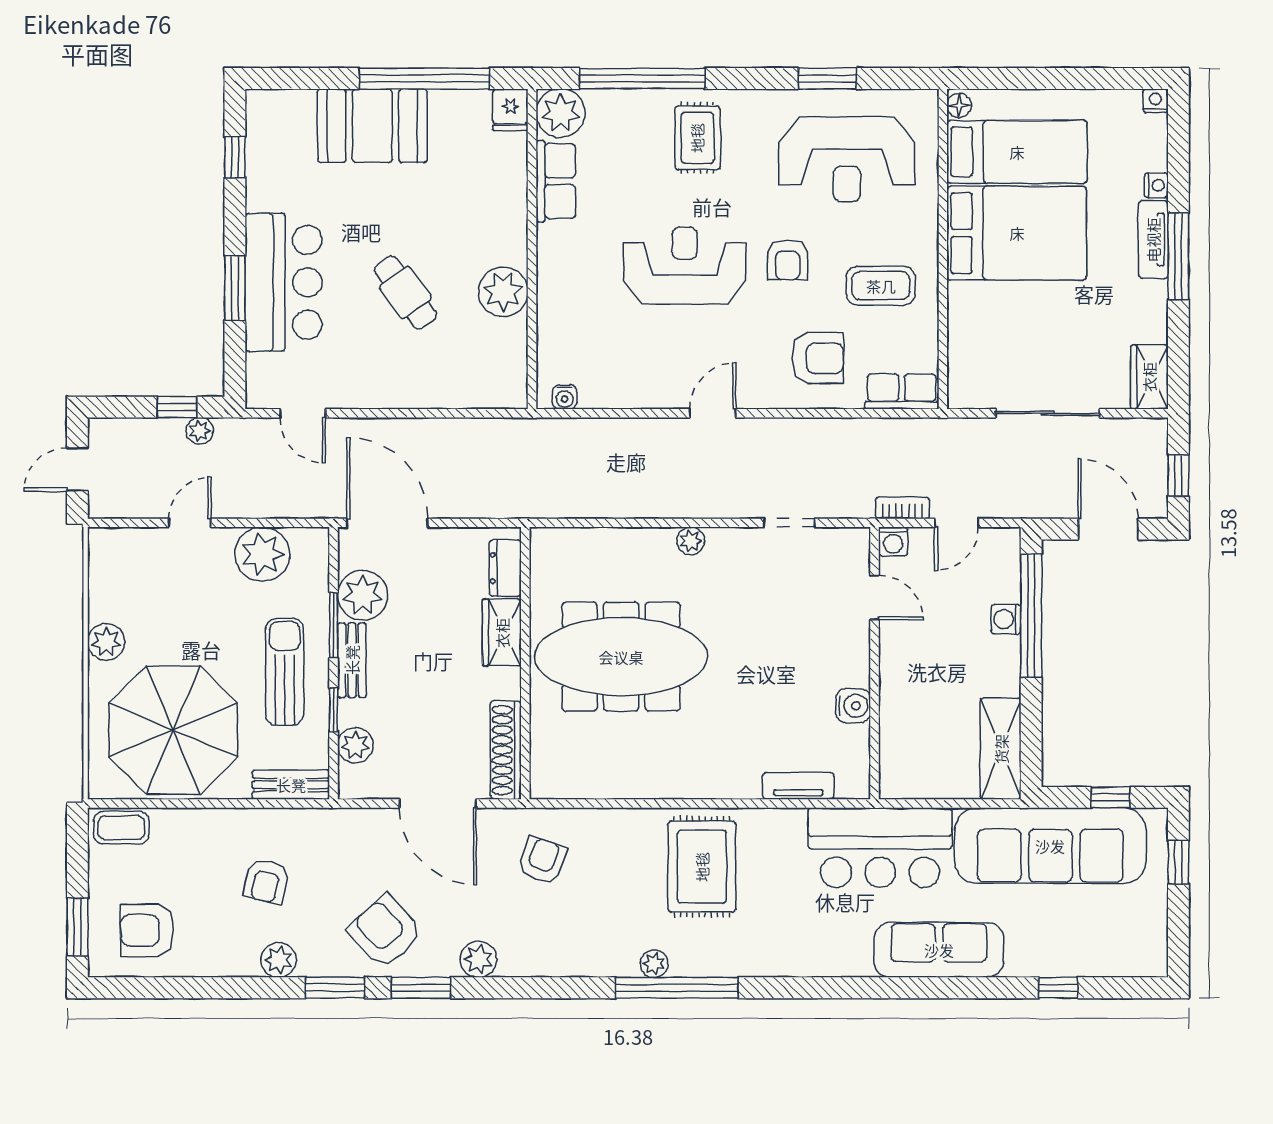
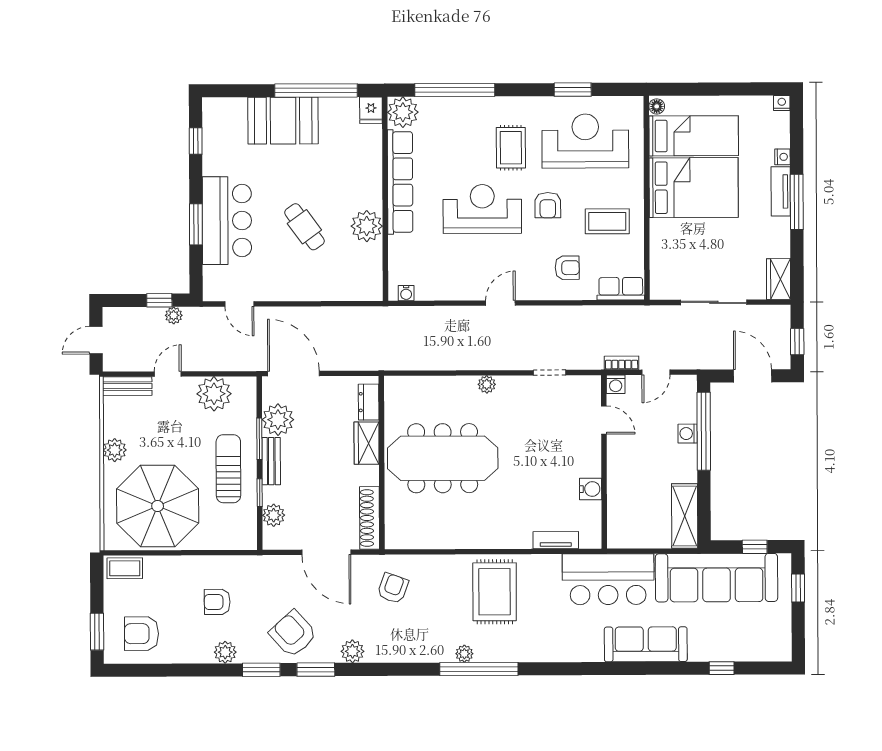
rug: (697, 138) -> (511, 148), moved
reception desk: (847, 159) -> (585, 141), turned 180
row of seats: (556, 181) -> (400, 182), width x2.02
armchair: (818, 358) -> (567, 268), width x0.72, depth x0.72
bench: (291, 785) -> (127, 386), moved
armchair: (266, 881) -> (217, 602), turned 77

